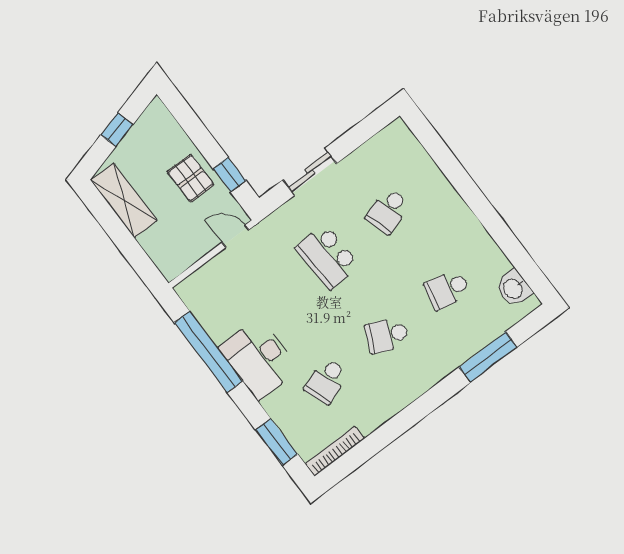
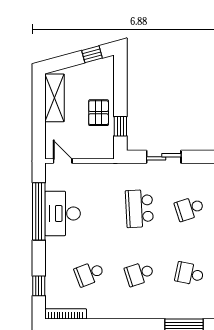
window: (117, 129) -> (92, 54), moved
door: (235, 236) -> (63, 161), moved
school desk: (387, 335) -> (139, 274), turned -42
desk: (259, 359) -> (63, 213), moved
window: (277, 442) -> (39, 286), width x0.67

